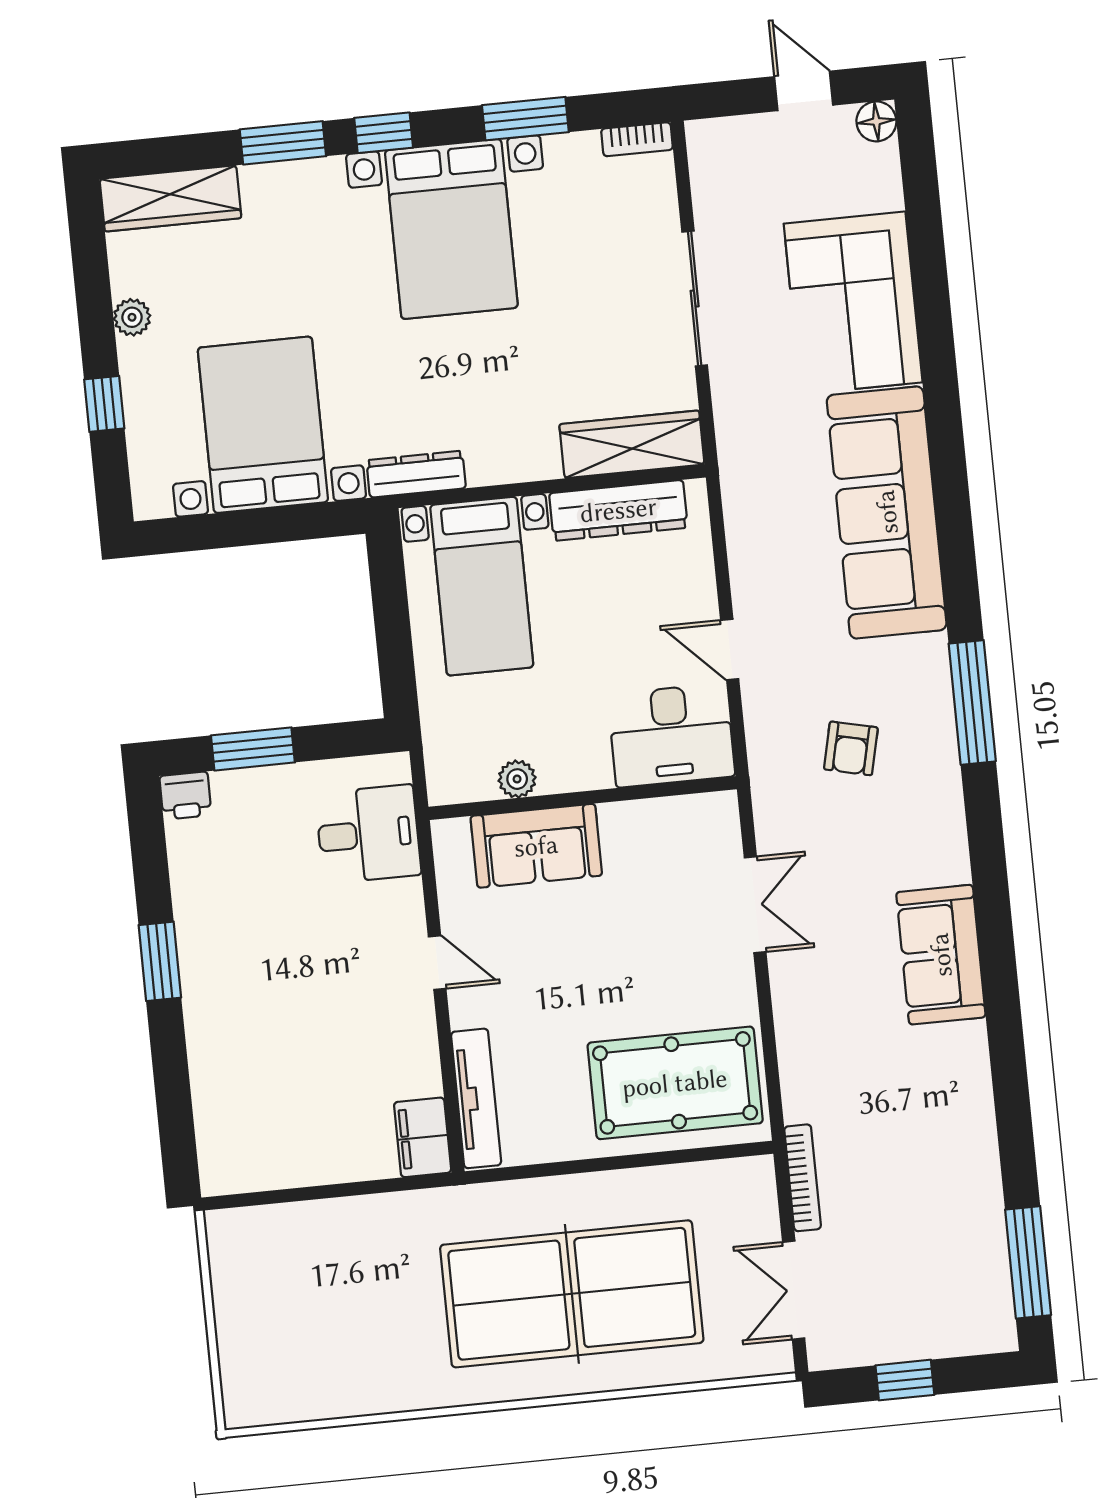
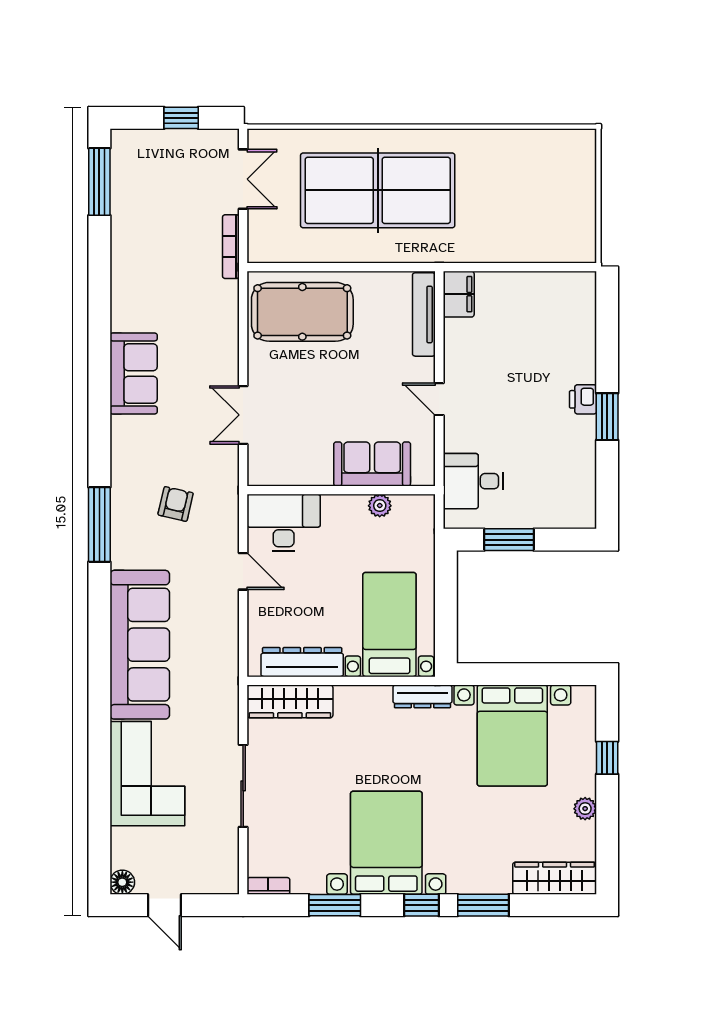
window: (253, 749) -> (509, 540), moved
printer: (185, 796) -> (583, 399), moved, turned -90

